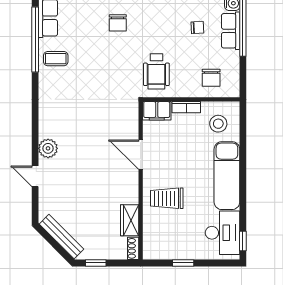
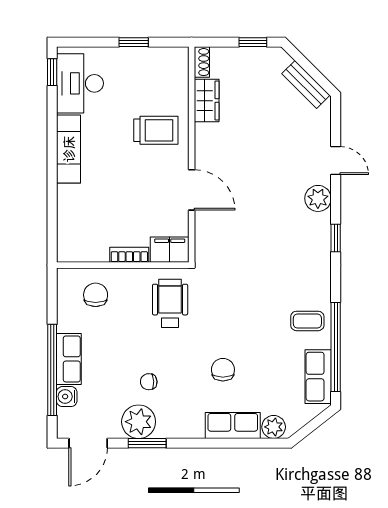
chair: (197, 28) -> (149, 382), moved
window: (35, 119) -> (336, 238), added
stool: (218, 124) -> (86, 232), removed
exam couch: (227, 176) -> (69, 149), width x0.73, depth x0.69
bench: (62, 237) -> (306, 84), width x0.73

